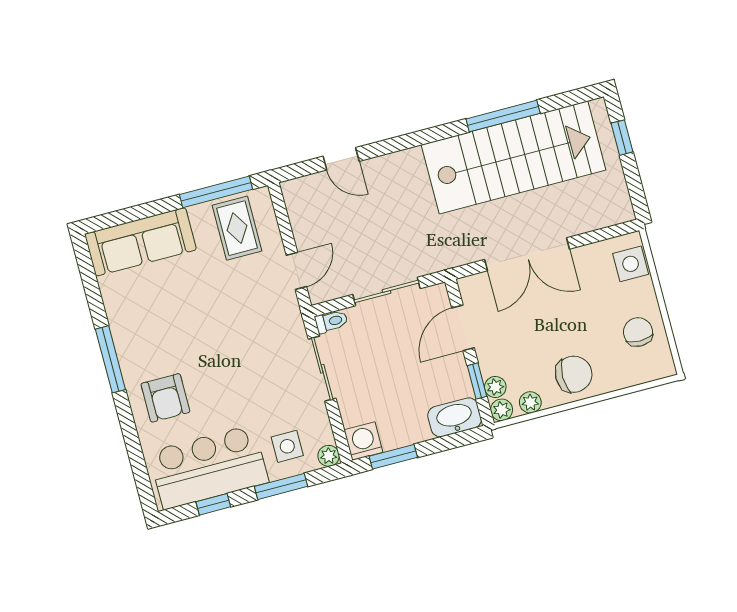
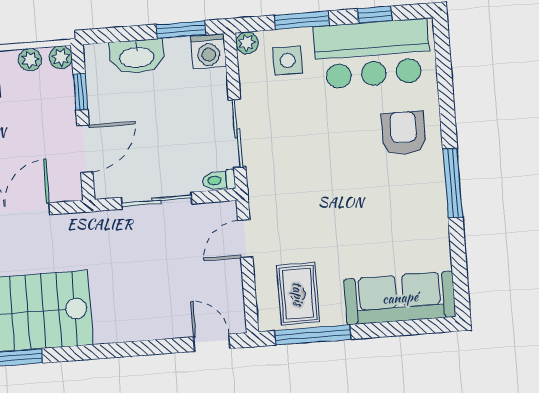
door: (341, 159) -> (212, 343), moved
plant: (495, 387) -> (63, 82), removed
washbasin: (455, 417) -> (137, 57), moved

